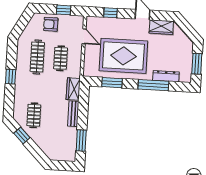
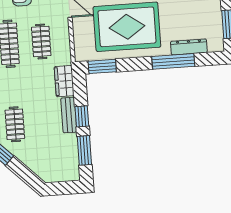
window: (112, 83) -> (102, 66), moved
window: (83, 116) -> (82, 116), added

